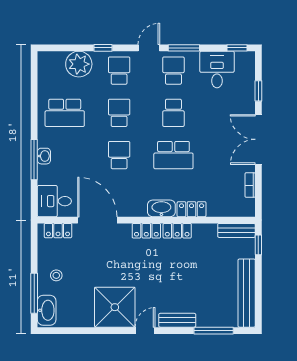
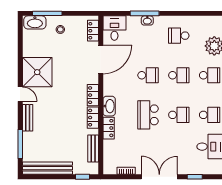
school desk: (65, 113) -> (179, 36), width x0.54
school desk: (173, 113) -> (179, 115), turned 180
bench: (236, 230) -> (93, 149), moved

